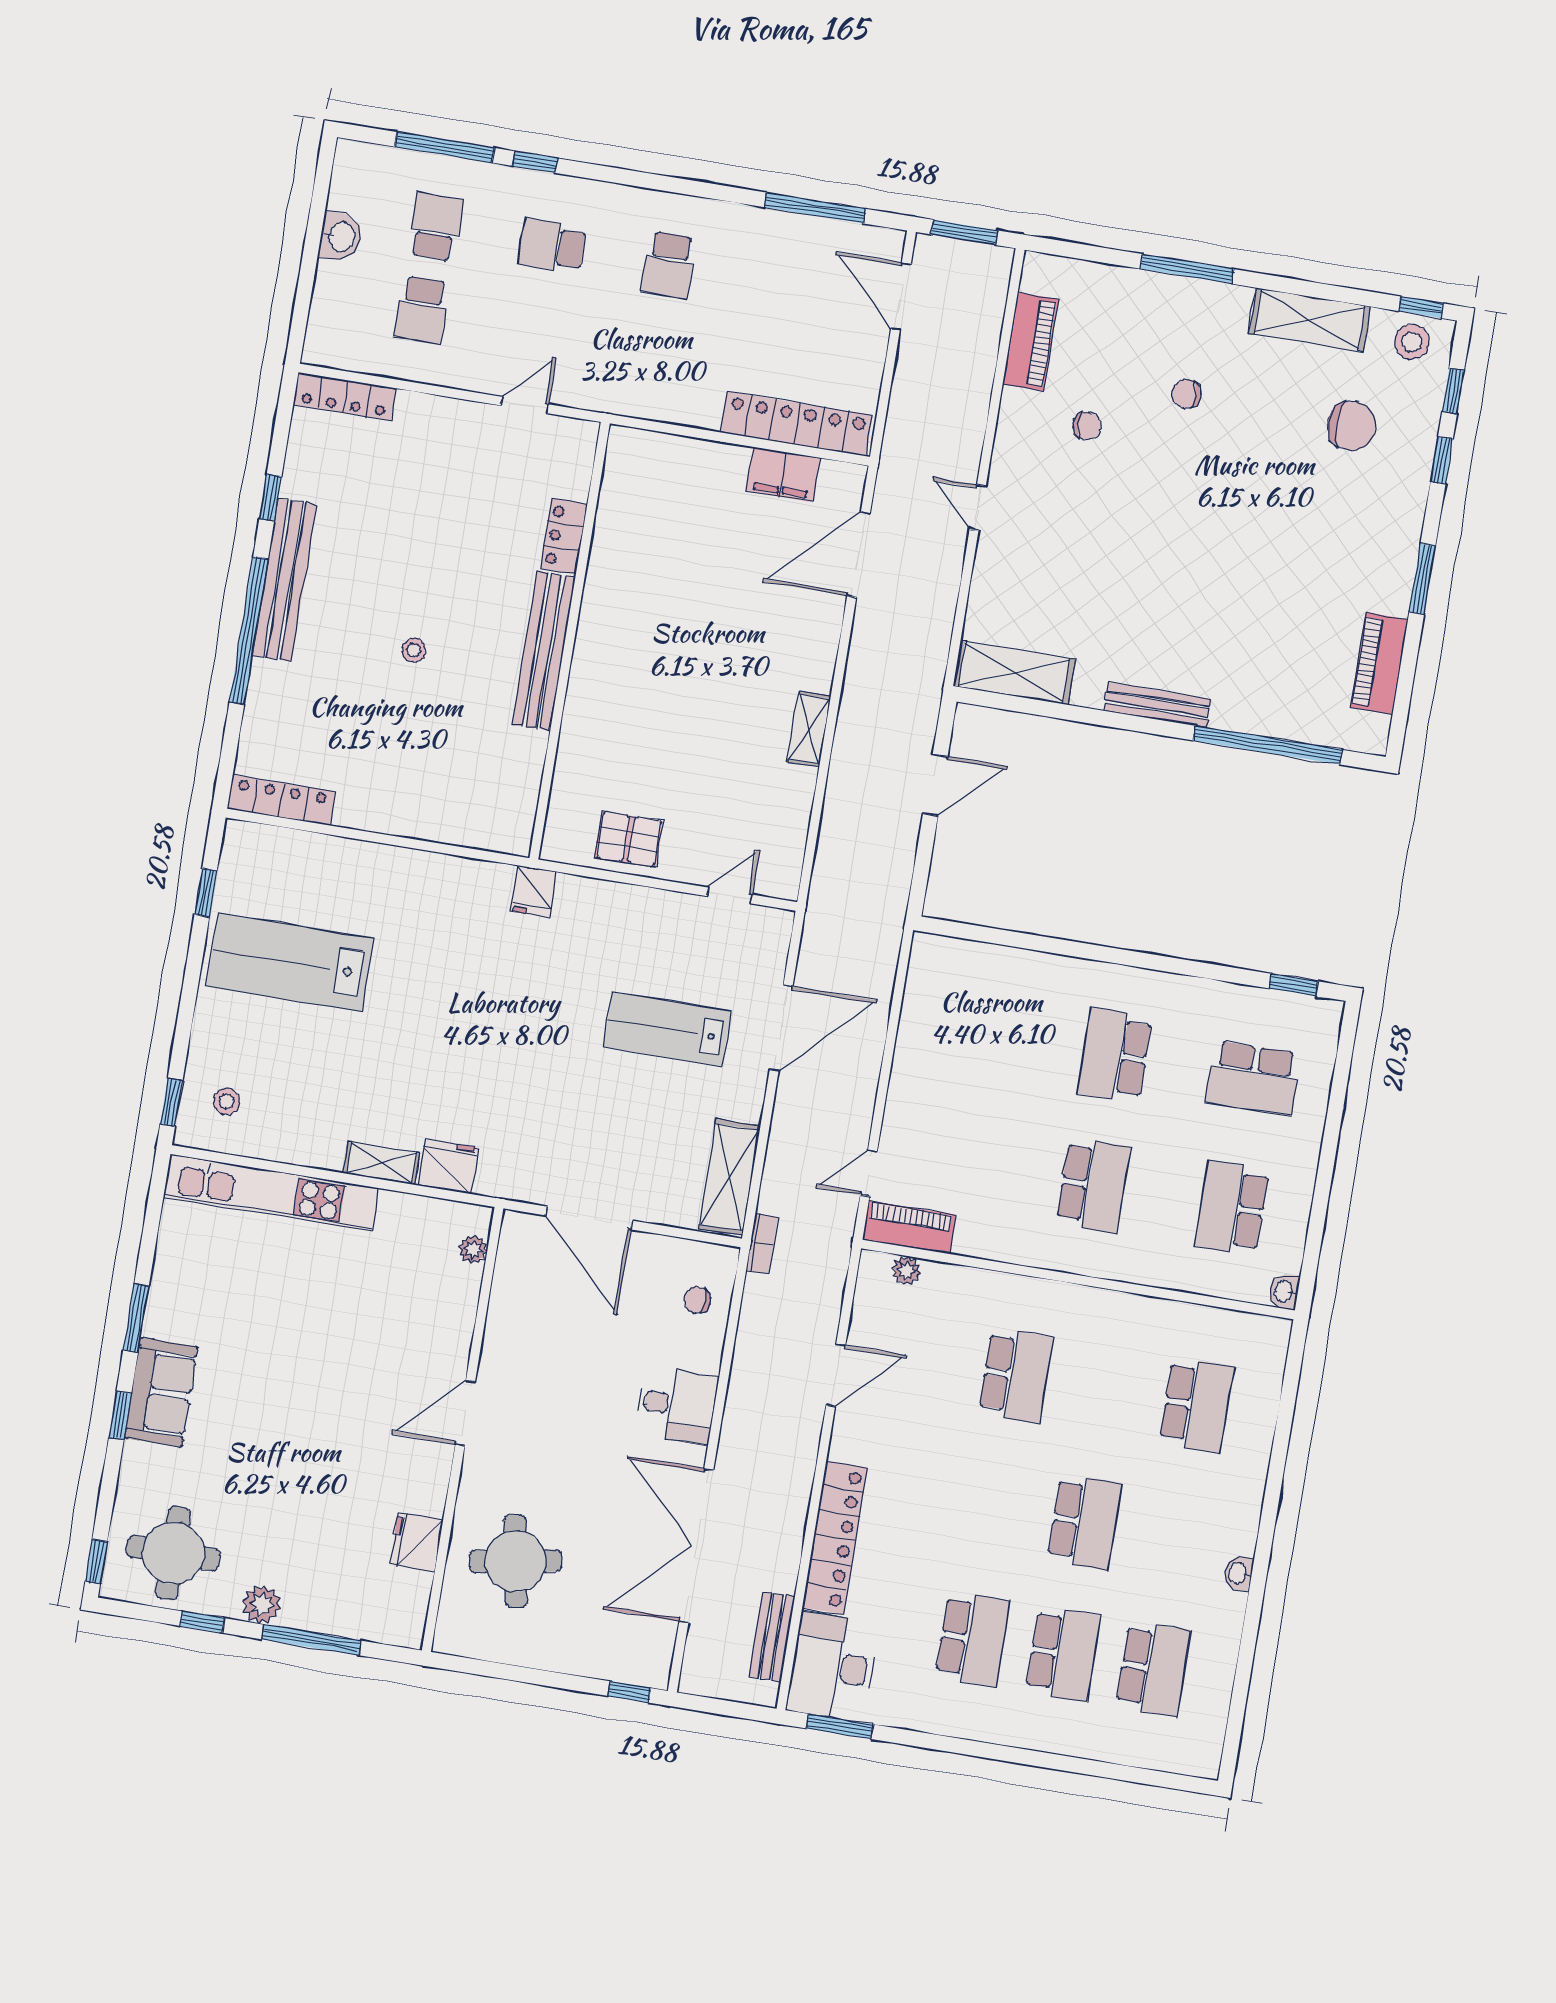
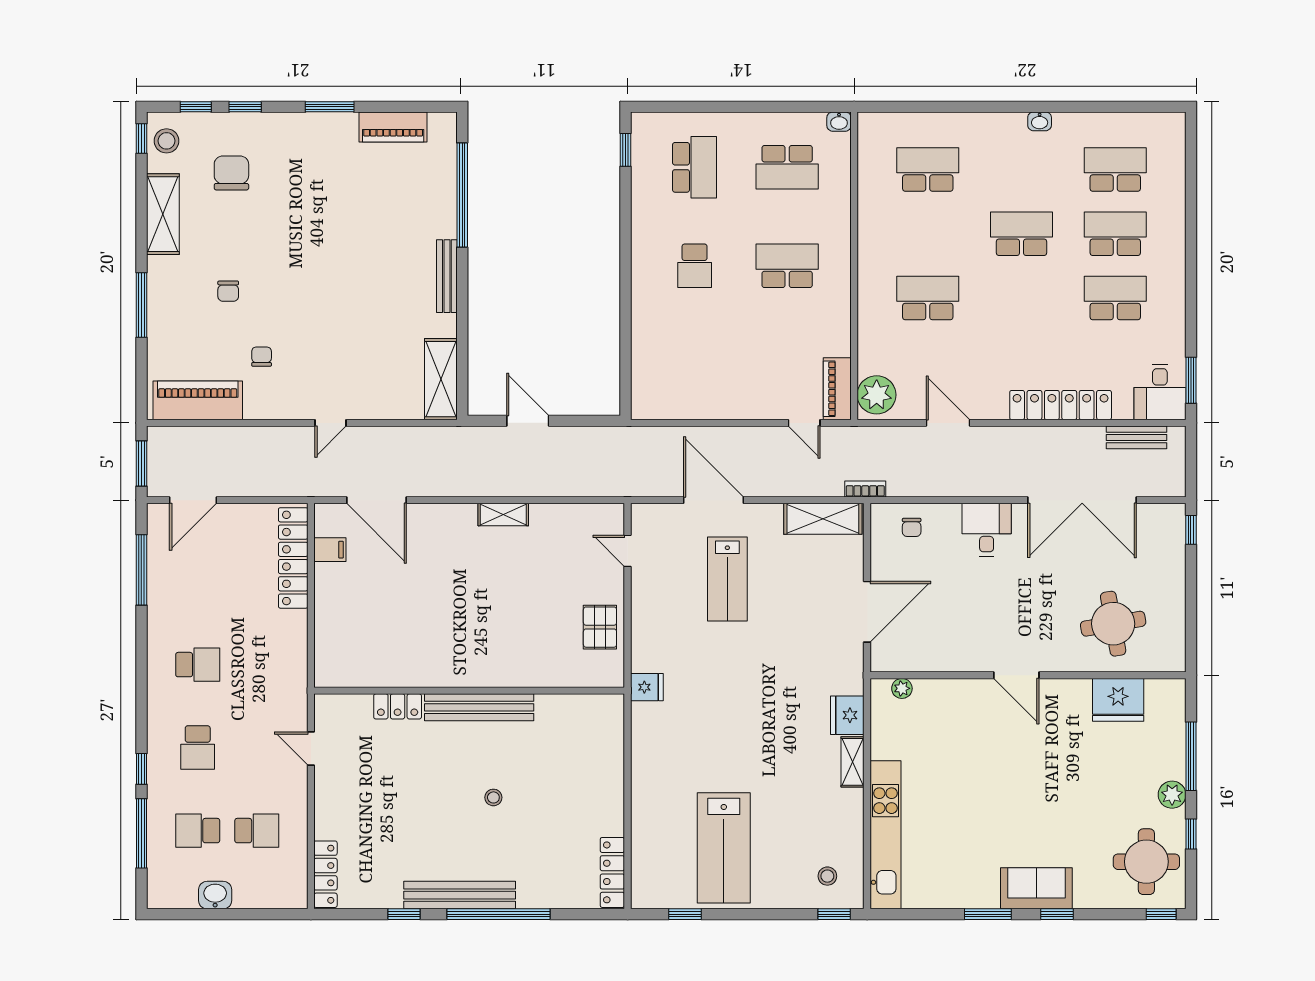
piano: (1030, 342) -> (198, 400), width x1.37, depth x1.33
filing cabinet: (783, 475) -> (330, 550), width x0.50
school desk: (1115, 1055) -> (695, 266), width x0.54
plant: (906, 1271) -> (877, 395), width x1.88, depth x1.88
fridge: (416, 1542) -> (1118, 700), width x1.36, depth x1.34
desk: (833, 1667) -> (1160, 392), width x0.73

